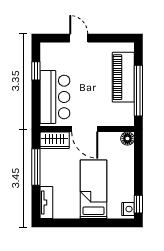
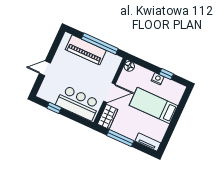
window: (138, 204) -> (166, 74), moved
nightstand: (128, 209) -> (158, 79), moved

